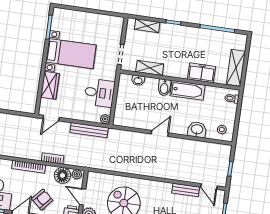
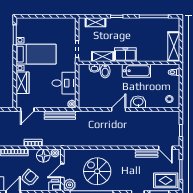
freezer: (202, 73) -> (125, 55), moved
bidet: (164, 87) -> (105, 71), moved
washbasin: (197, 130) -> (138, 102), moved
door: (83, 197) -> (62, 171), hinge flipped

